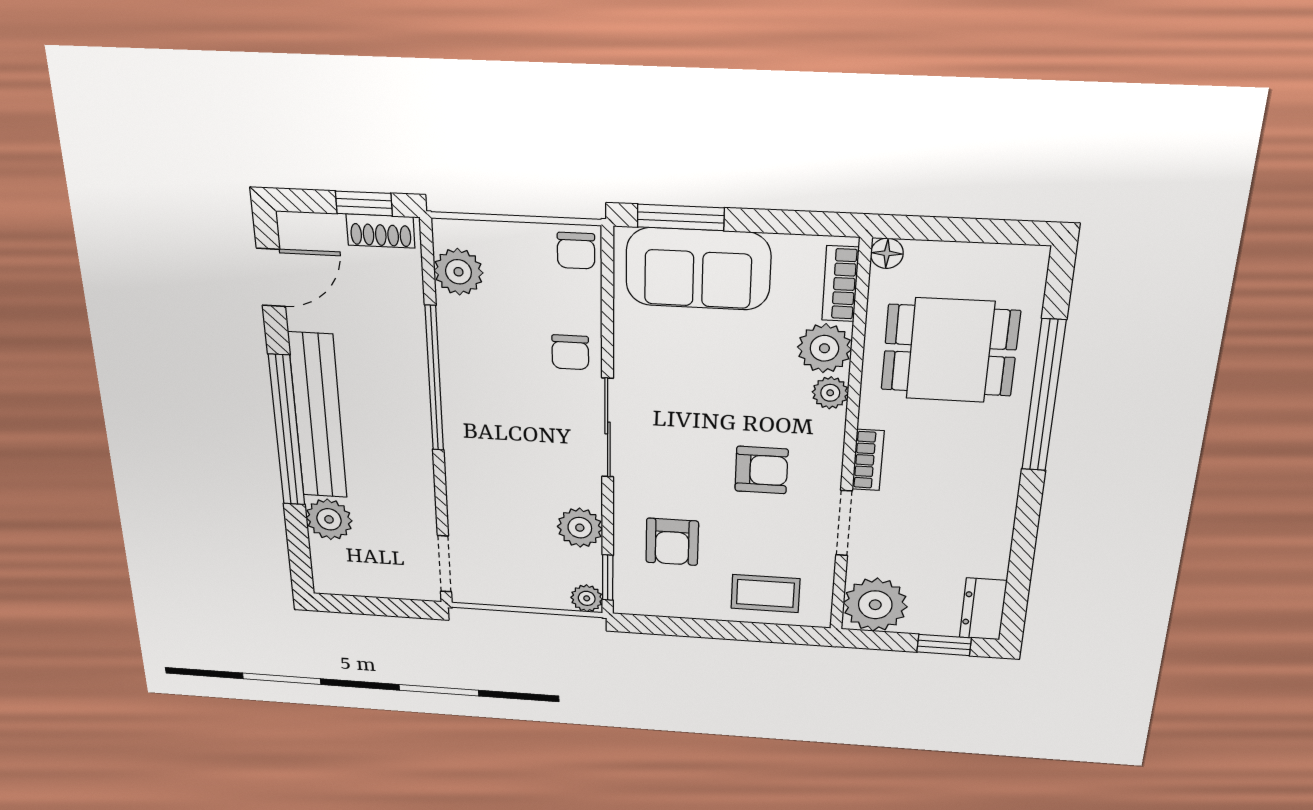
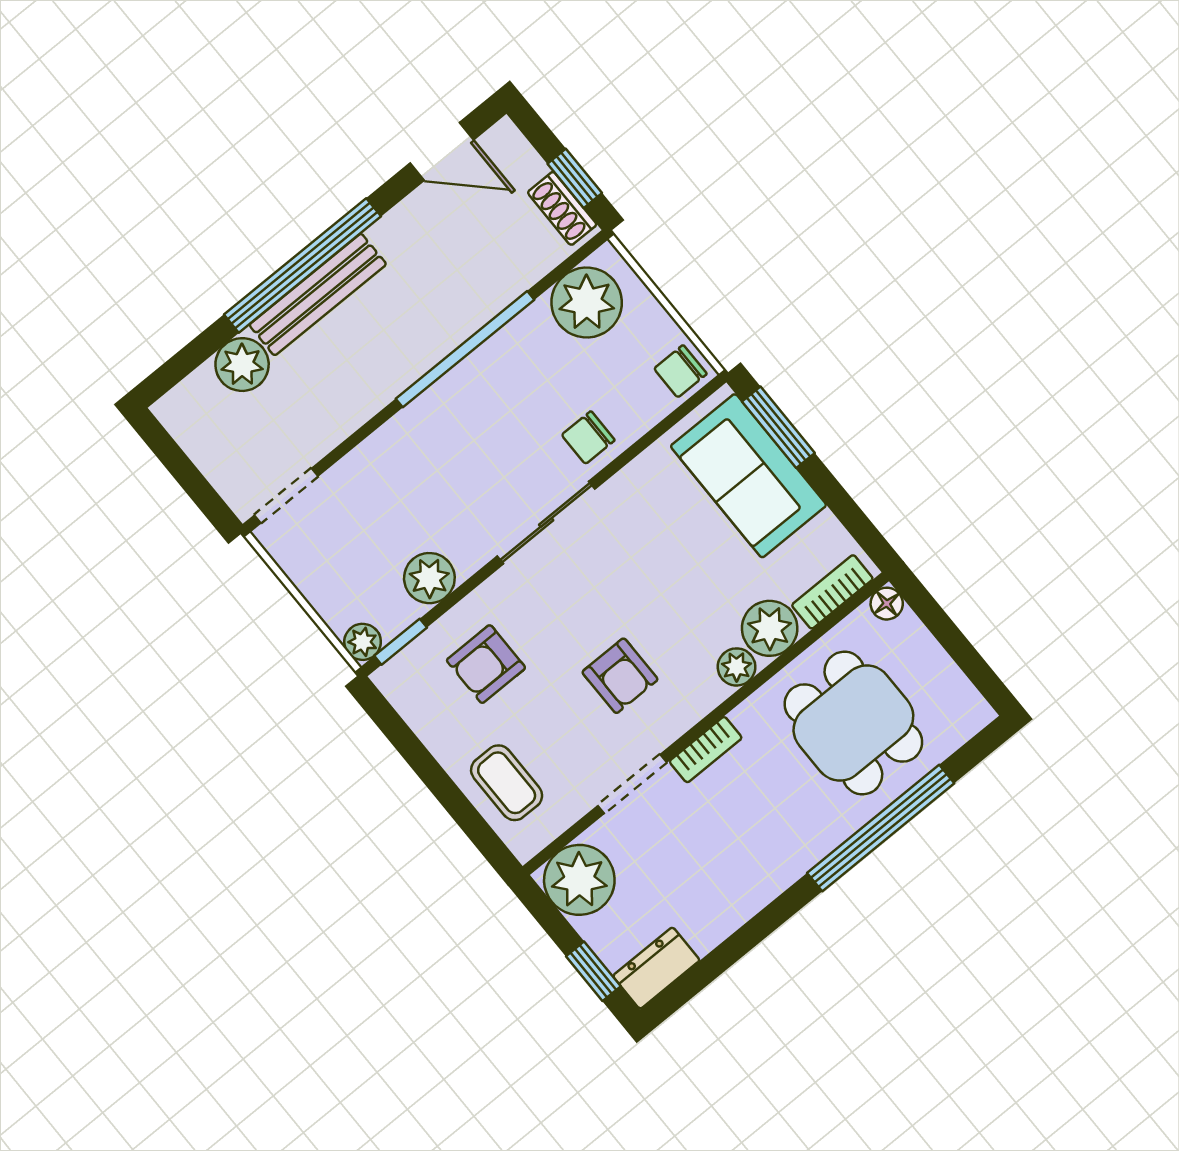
plant: (458, 272) -> (587, 302), width x1.36, depth x1.36
bench: (318, 416) -> (318, 295), width x0.73, depth x0.82

